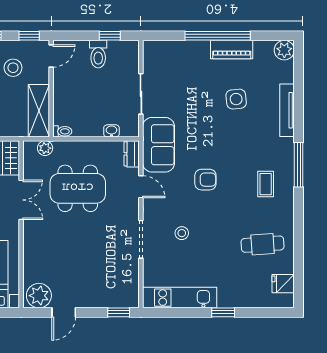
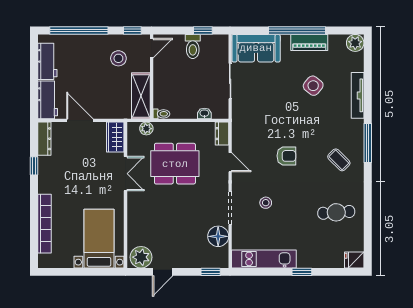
side table: (236, 99) -> (313, 86), turned 45
sofa: (159, 145) -> (256, 48), moved, turned 90
coffee table: (266, 184) -> (339, 160), turned -45
floor lamp: (127, 272) -> (218, 236), added
fridge: (283, 284) -> (354, 260), moved

